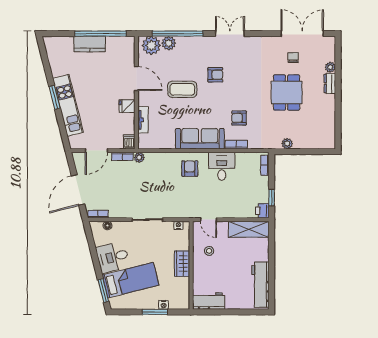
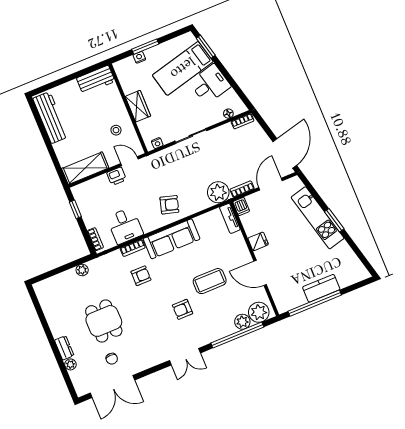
tv unit: (143, 120) -> (230, 218), moved
plant: (139, 157) -> (218, 192), width x1.87, depth x1.87
desk: (222, 166) -> (125, 226), moved
armchair: (190, 169) -> (169, 205), turned -74
door: (78, 190) -> (285, 153), moved
printer: (262, 211) -> (117, 176), moved, turned 90

